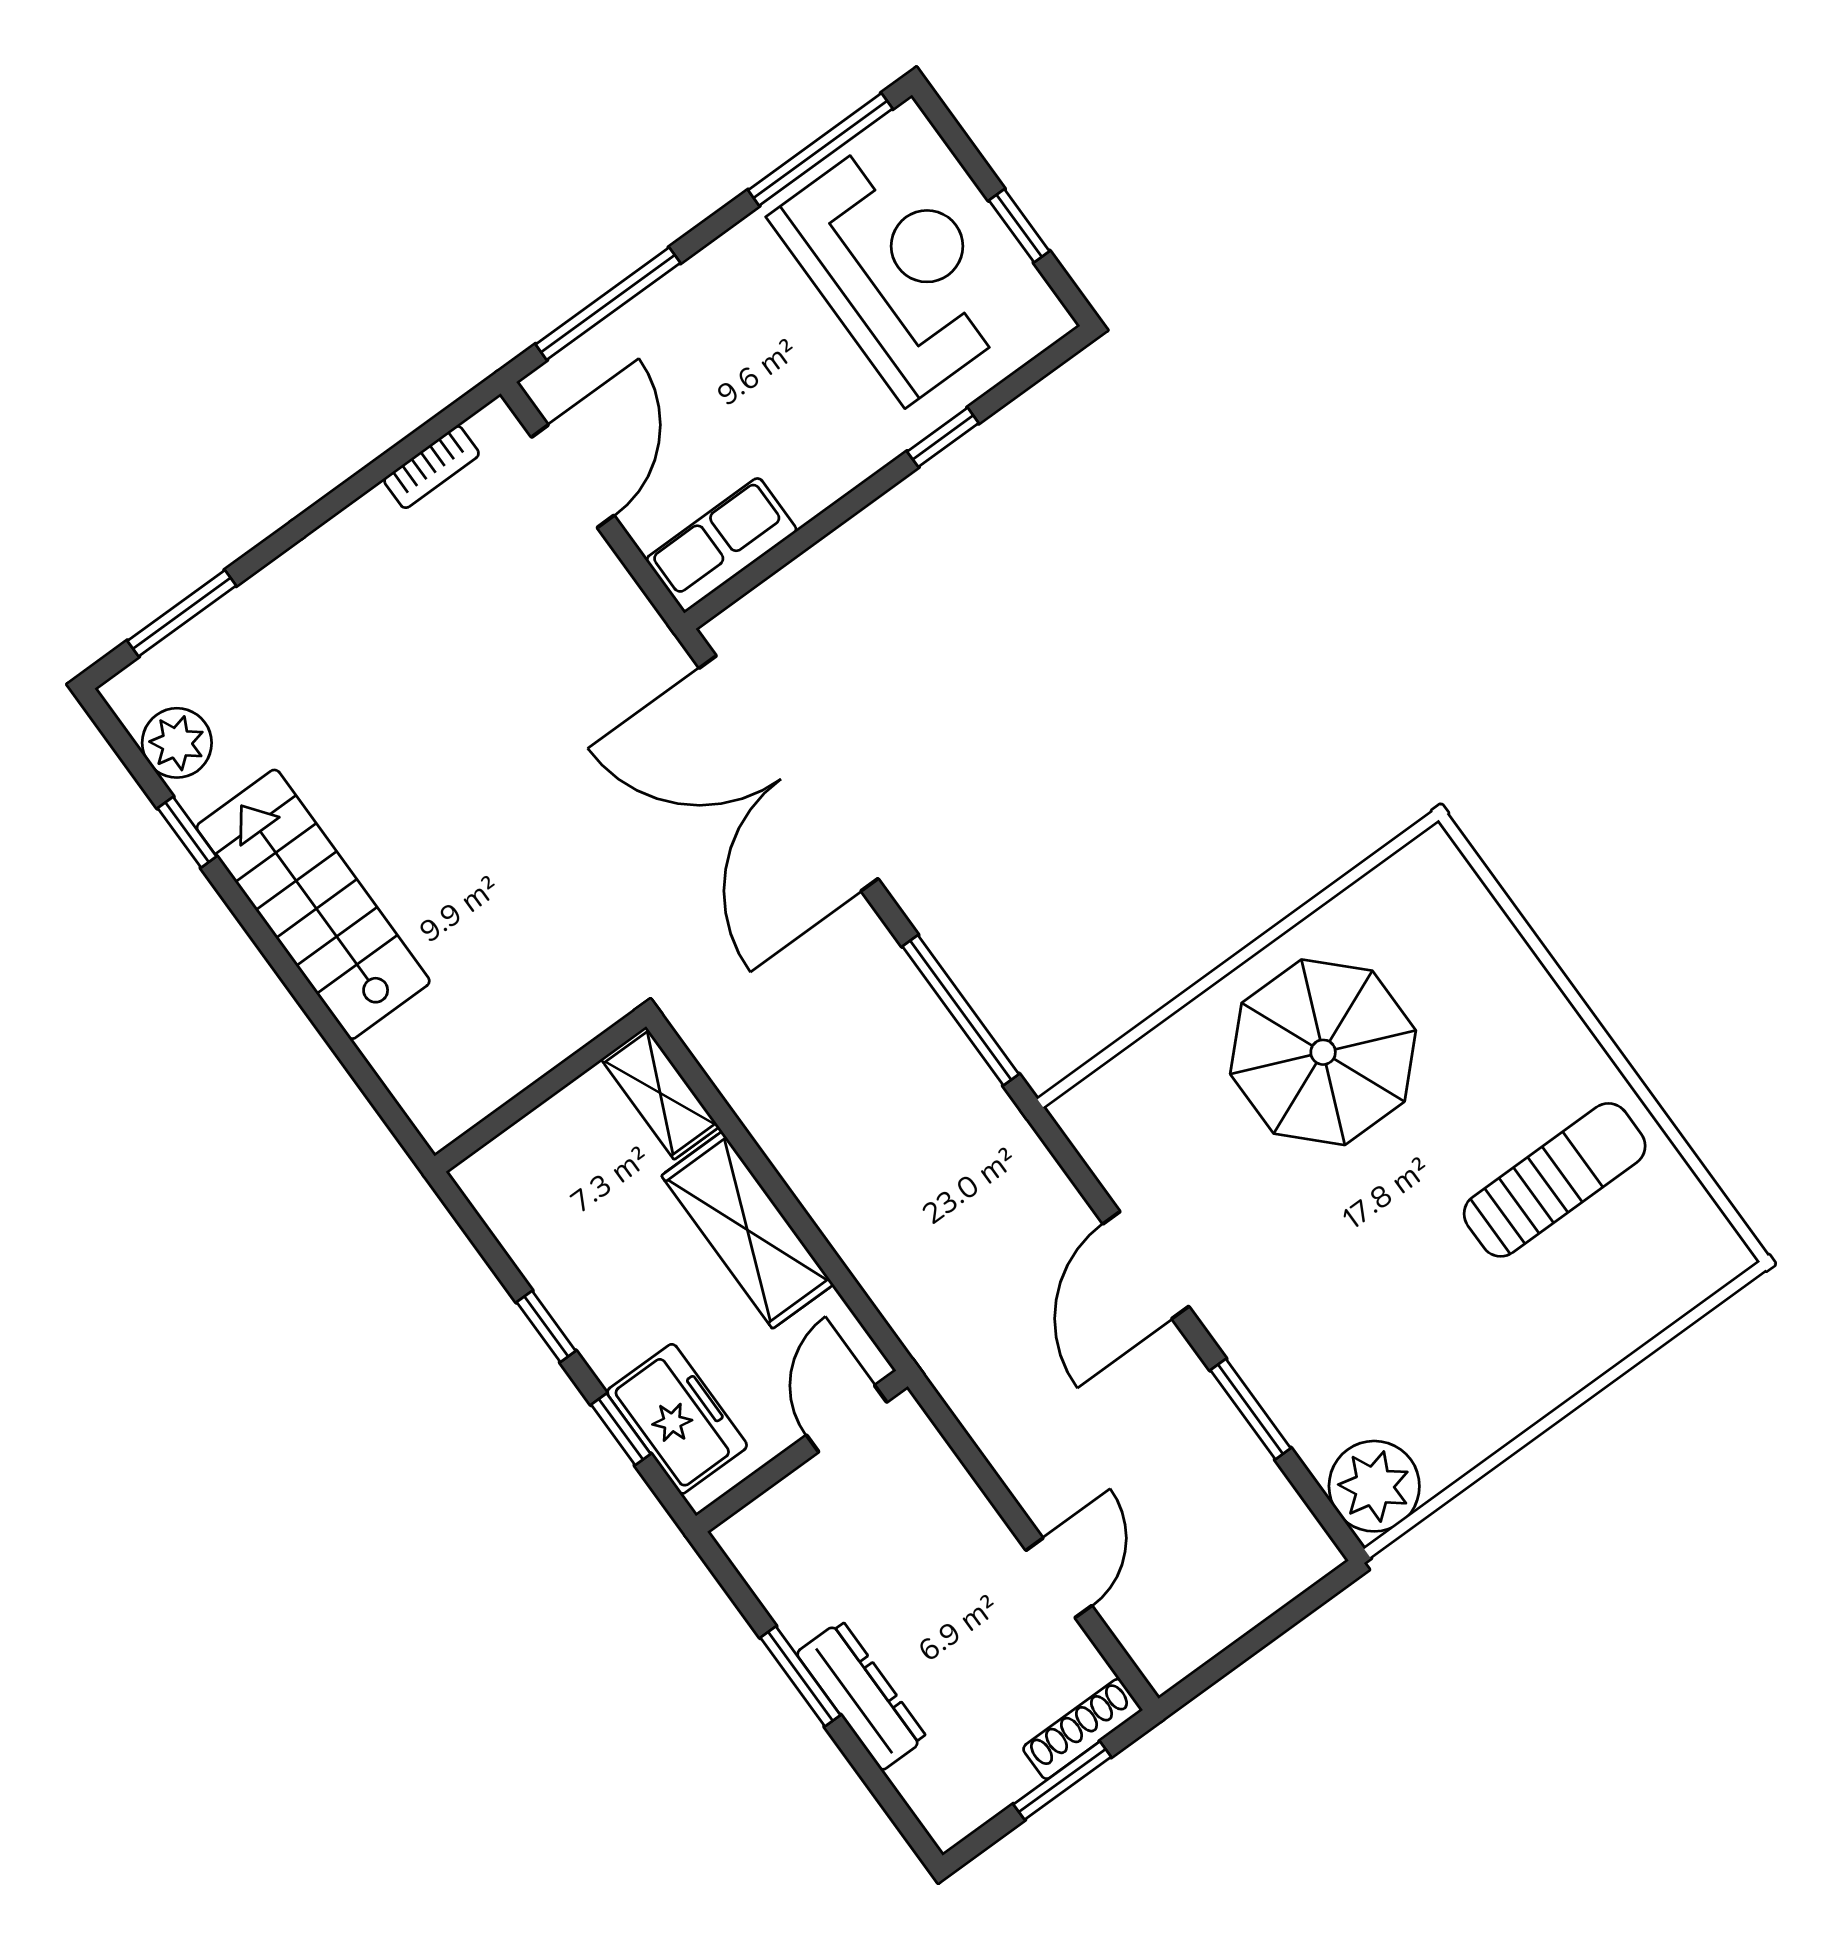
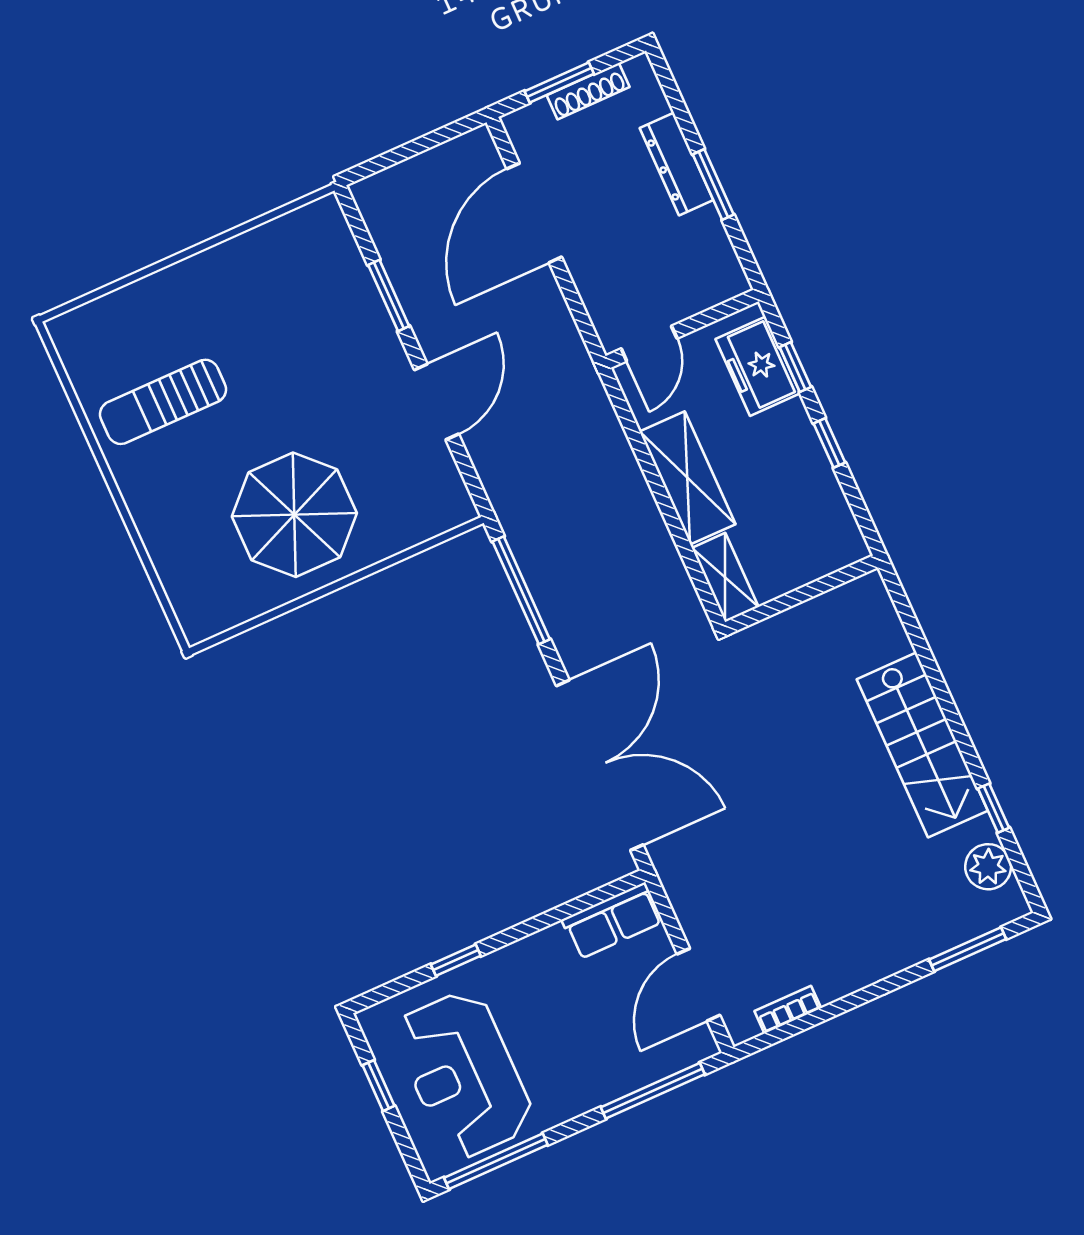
plant: (1374, 1486) -> (320, 230), removed
door: (1059, 1578) -> (534, 213), width x1.87
shoe rack: (1082, 1729) -> (588, 91), moved

